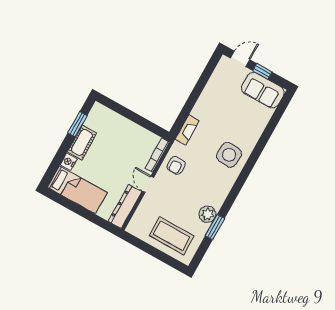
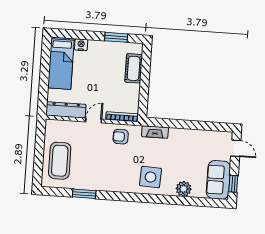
window: (262, 71) -> (233, 184), moved
cot: (82, 142) -> (134, 68), moved, turned 90
plant: (207, 214) -> (184, 189), moved

